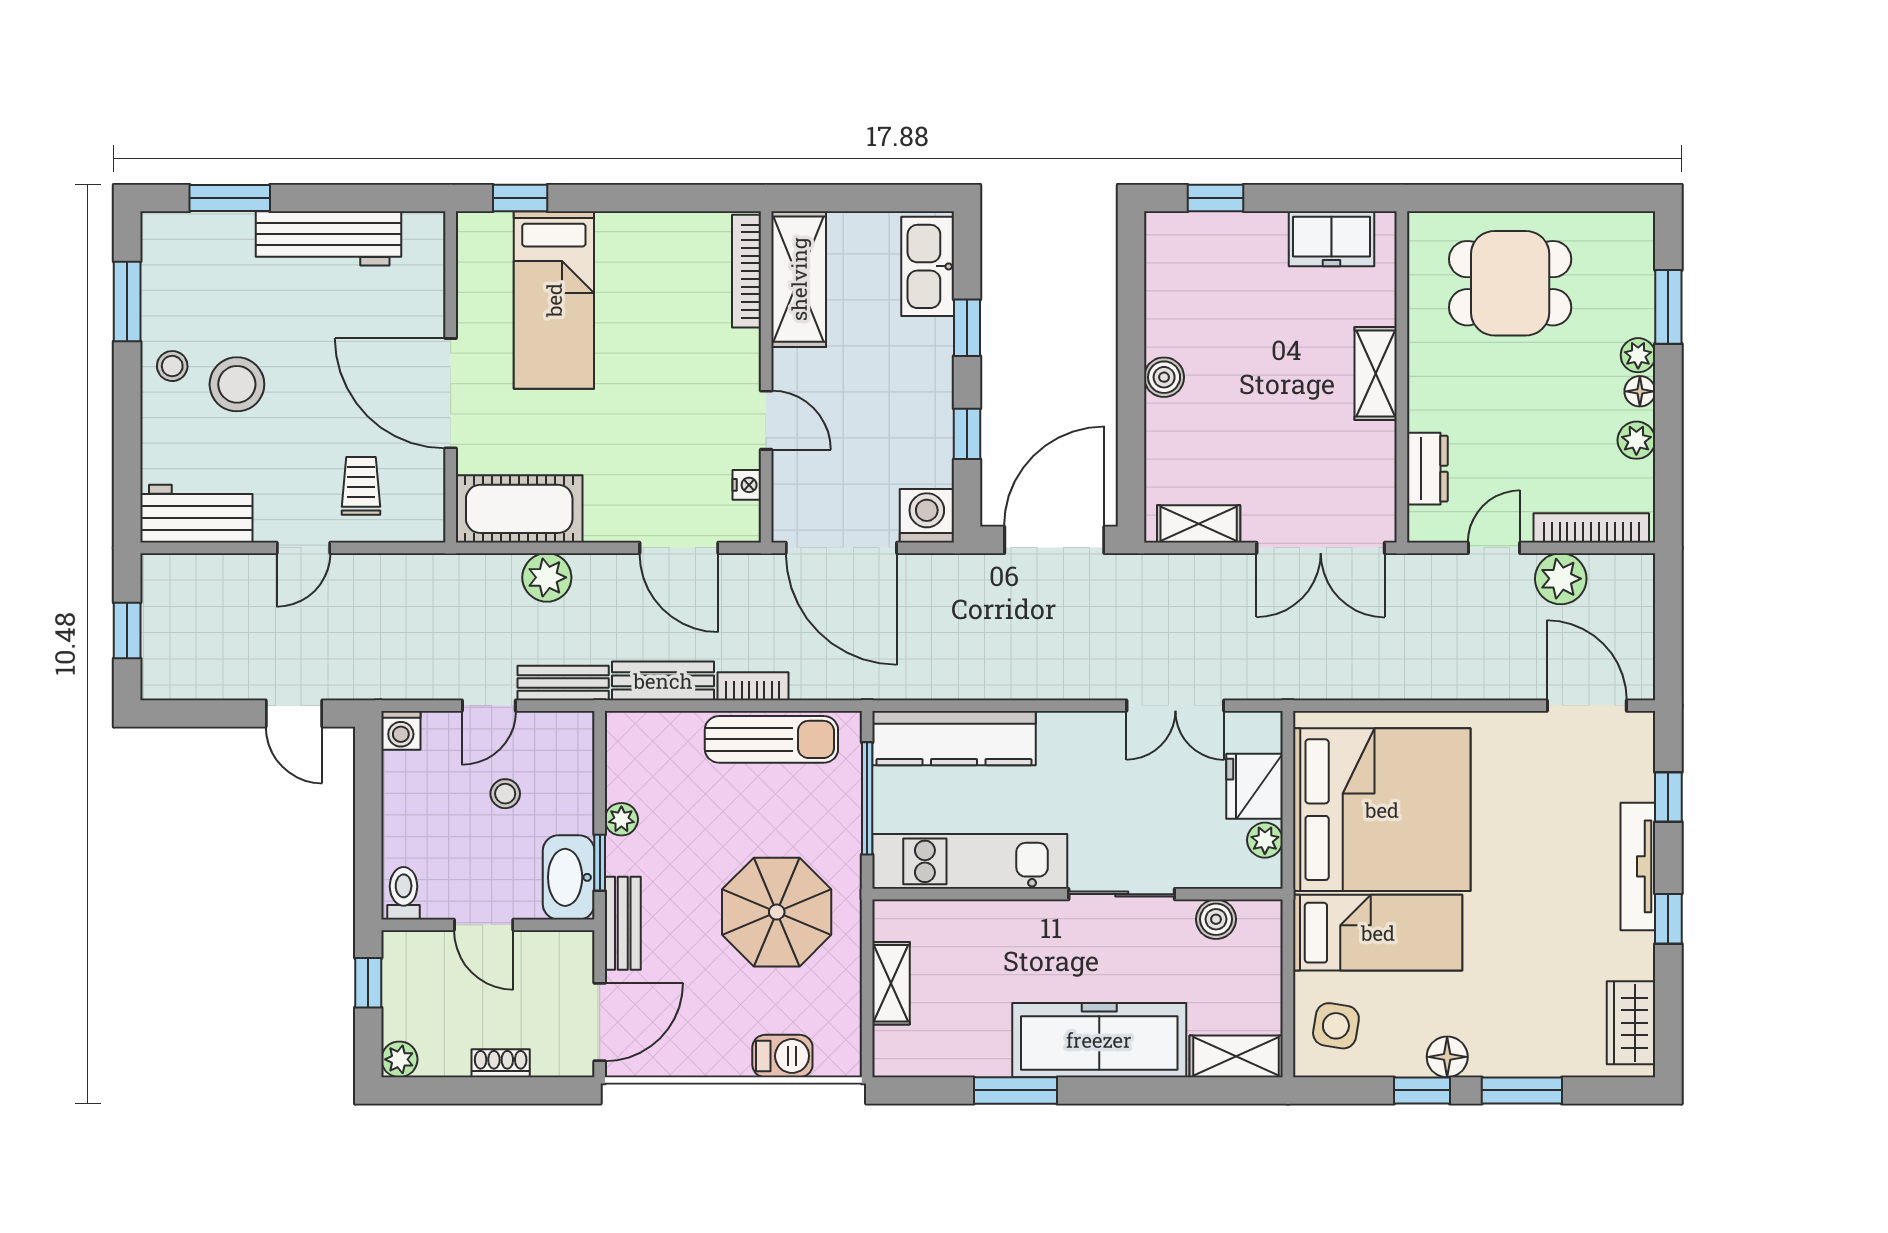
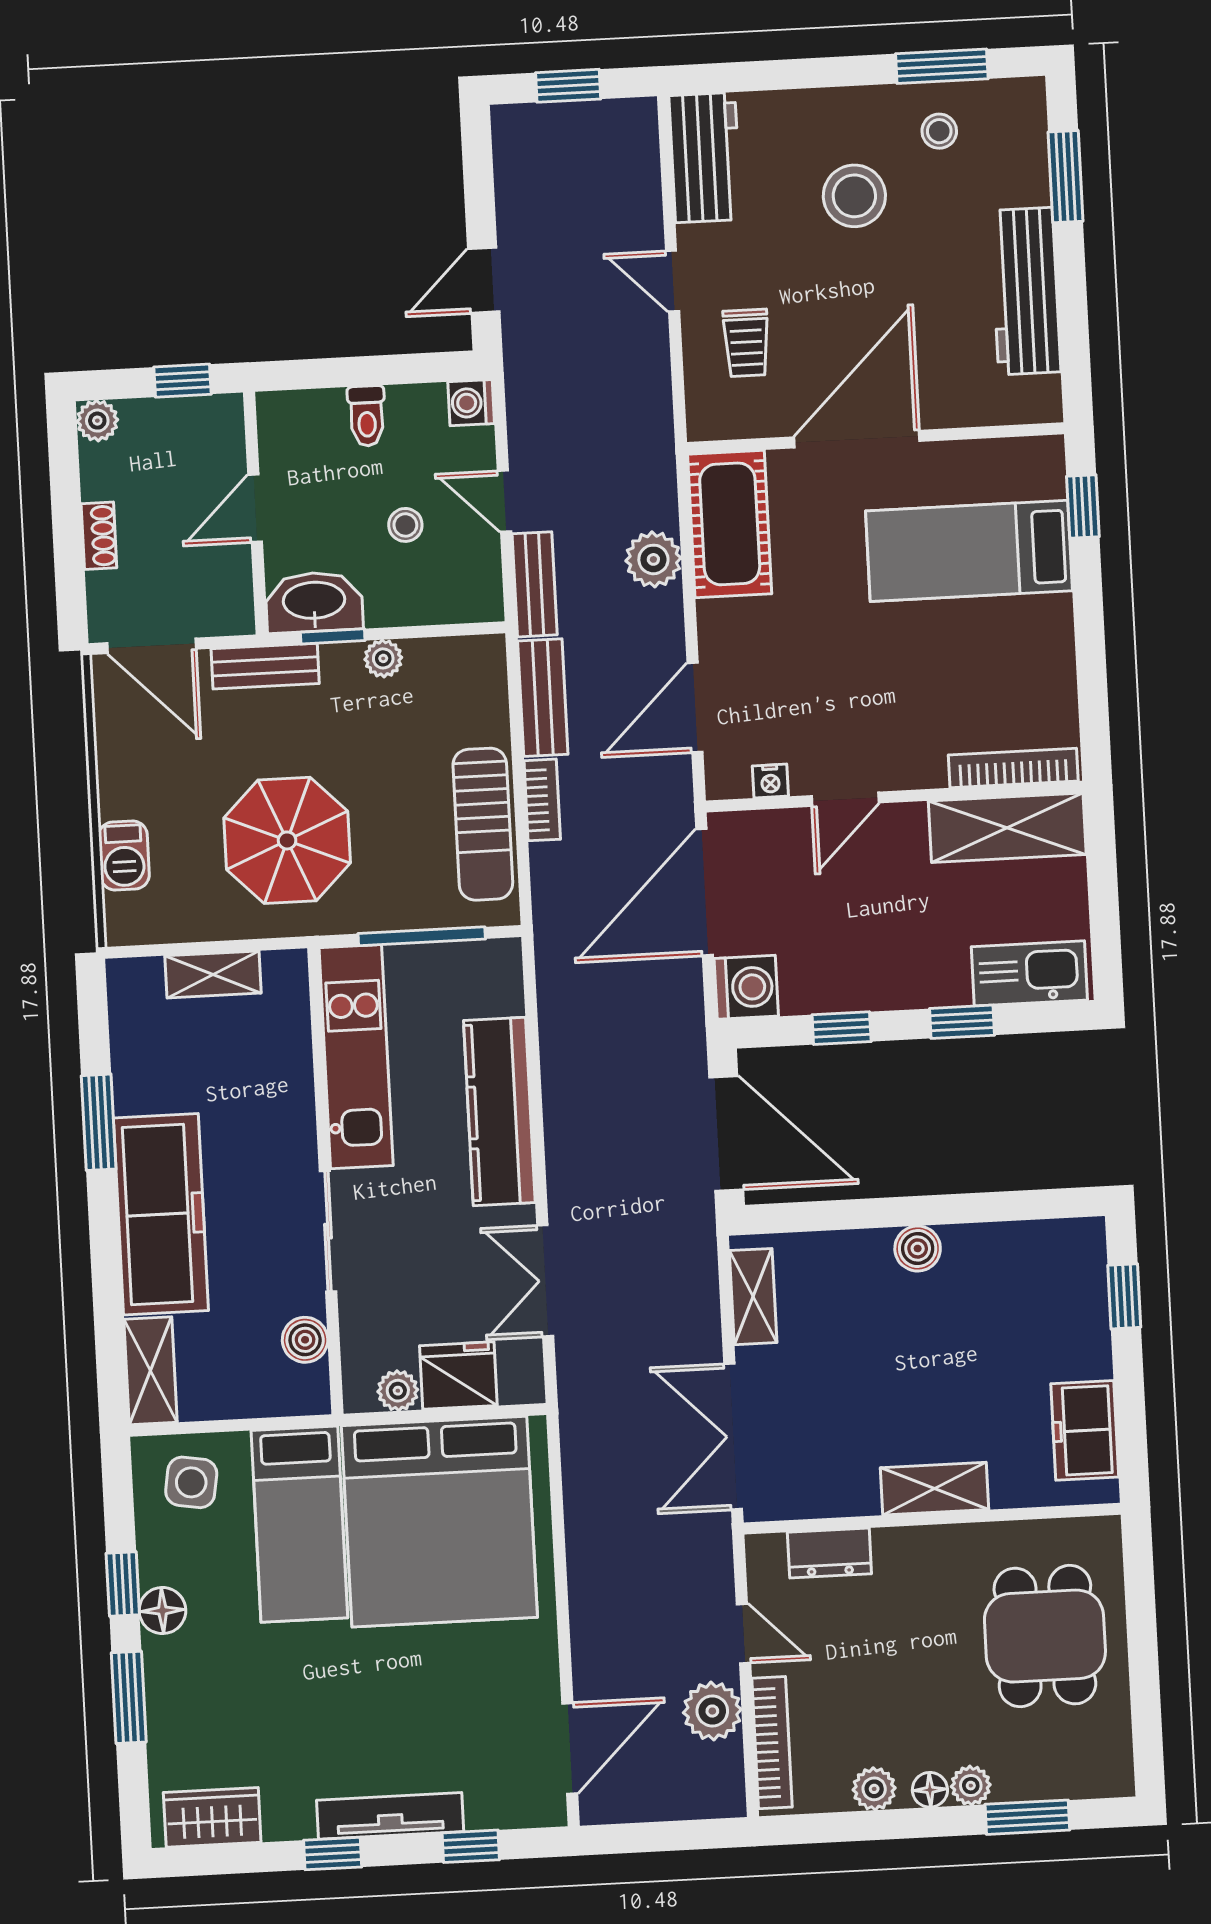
stool: (172, 366) -> (939, 131), moved
trolley: (361, 486) -> (746, 343), turned 90
kitchen counter: (954, 738) -> (499, 1112), moved
toilet: (404, 893) -> (367, 416), moved, turned 90

